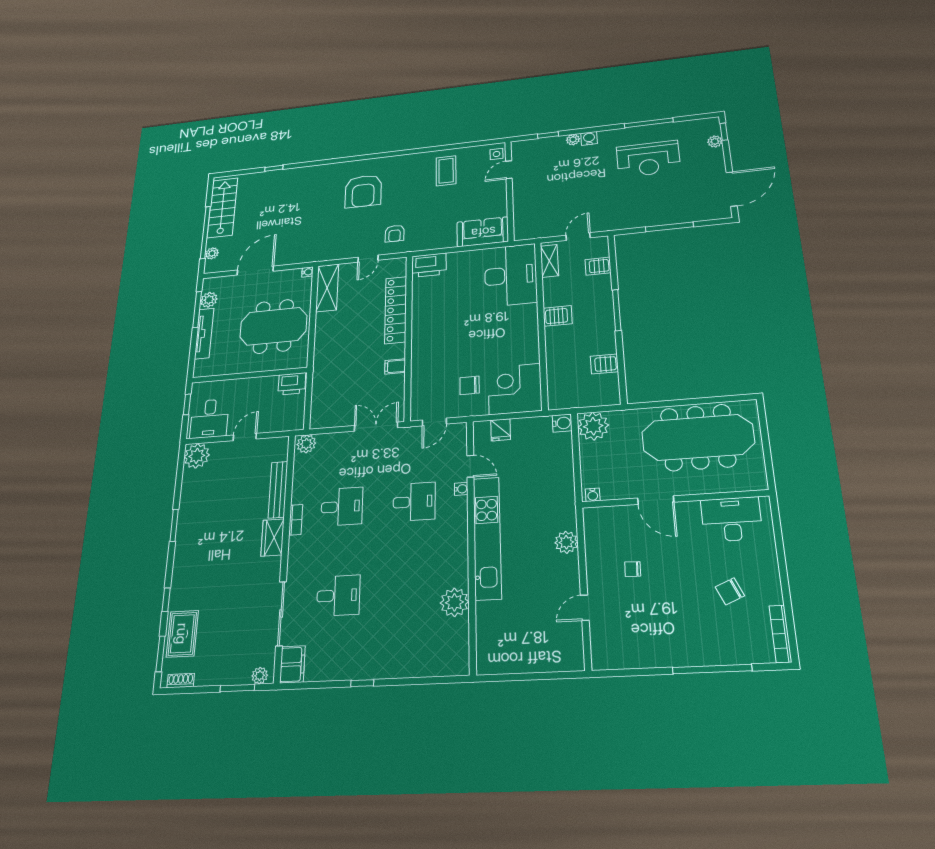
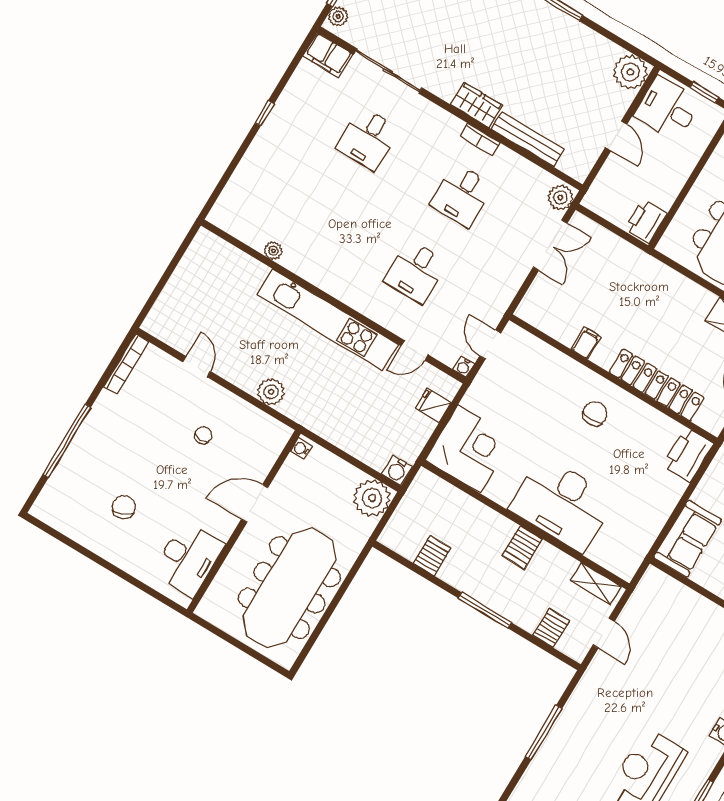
desk: (511, 275) -> (562, 504), moved
chair: (470, 385) -> (595, 414), moved
double door: (376, 427) -> (550, 245), moved
water cooler: (461, 489) -> (464, 367), moved
plant: (454, 602) -> (273, 251), width x0.53, depth x0.53
bookcase: (780, 634) -> (126, 364), moved, turned 90

